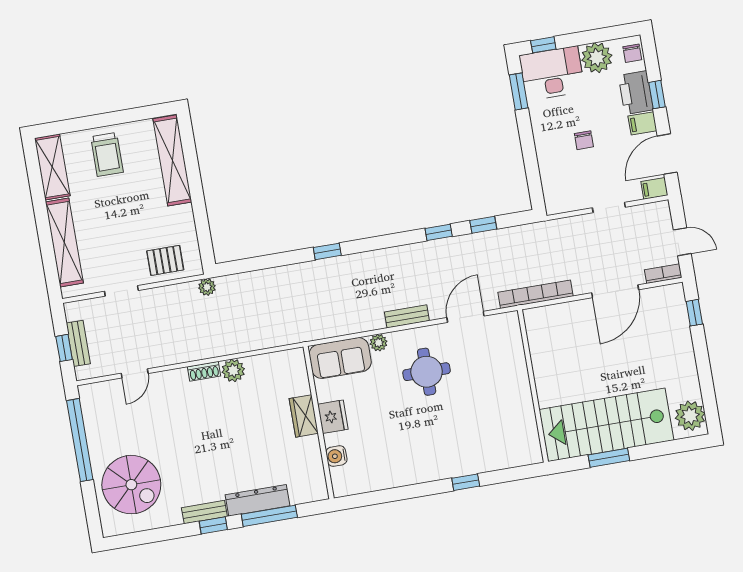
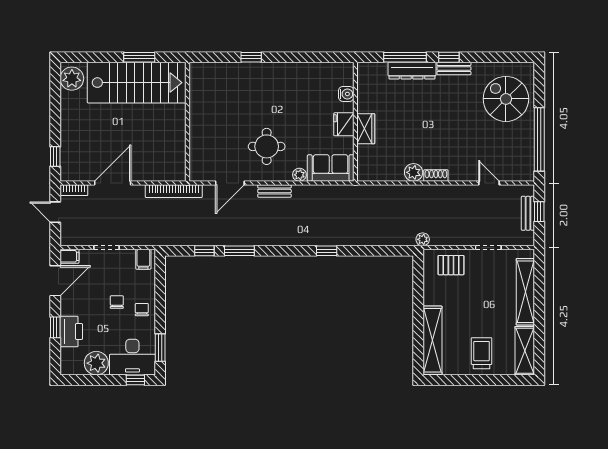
chair: (632, 53) -> (142, 310), moved
filing cabinet: (642, 123) -> (143, 259), moved, turned 90
window: (439, 232) -> (239, 251), width x1.50
door: (135, 373) -> (489, 183), hinge flipped

